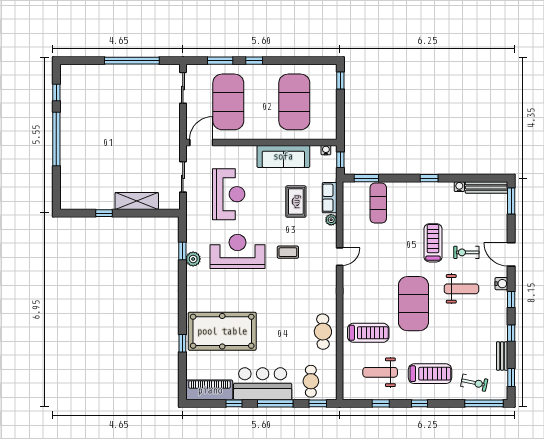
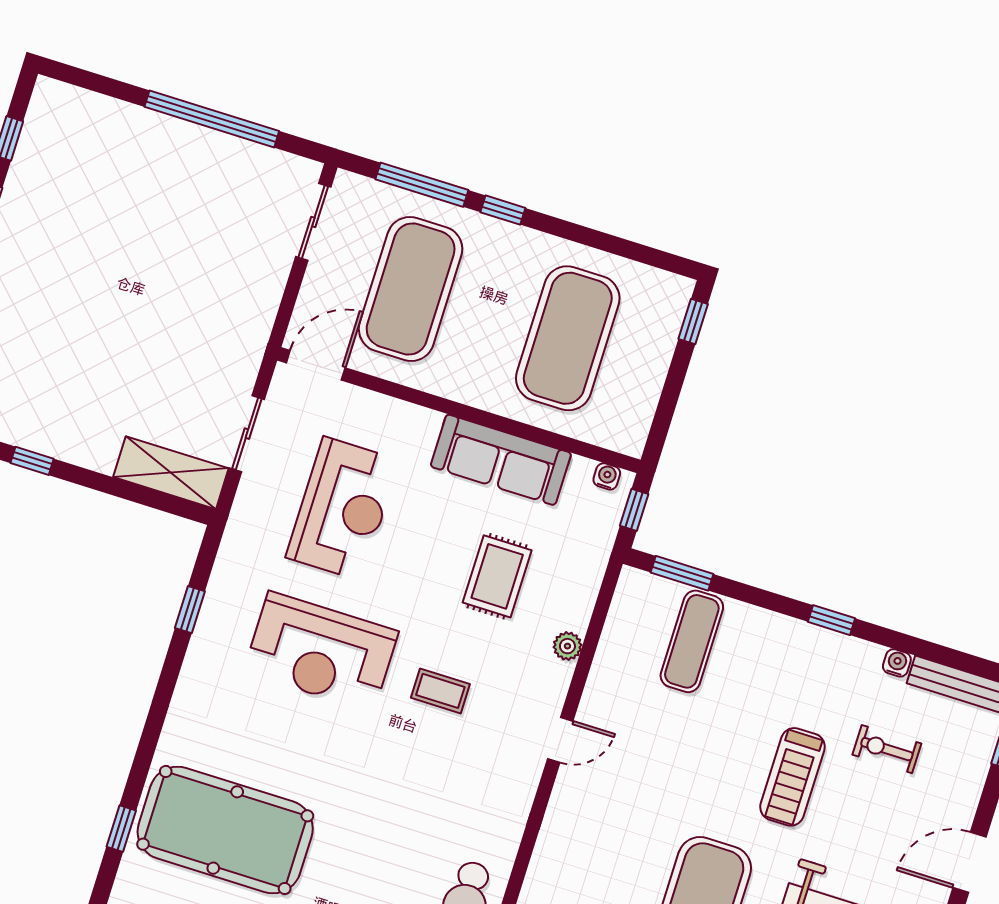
window: (220, 61) -> (422, 185), width x1.44
row of seats: (330, 198) -> (580, 592), removed
shelving: (137, 201) -> (171, 473), moved
treadmill: (433, 243) -> (792, 777), turned 180
reception desk: (237, 251) -> (321, 652), turned 180
exercise bike: (466, 252) -> (887, 749), moved
door: (511, 254) -> (969, 862), hinge flipped
plant: (193, 259) -> (210, 636), removed

